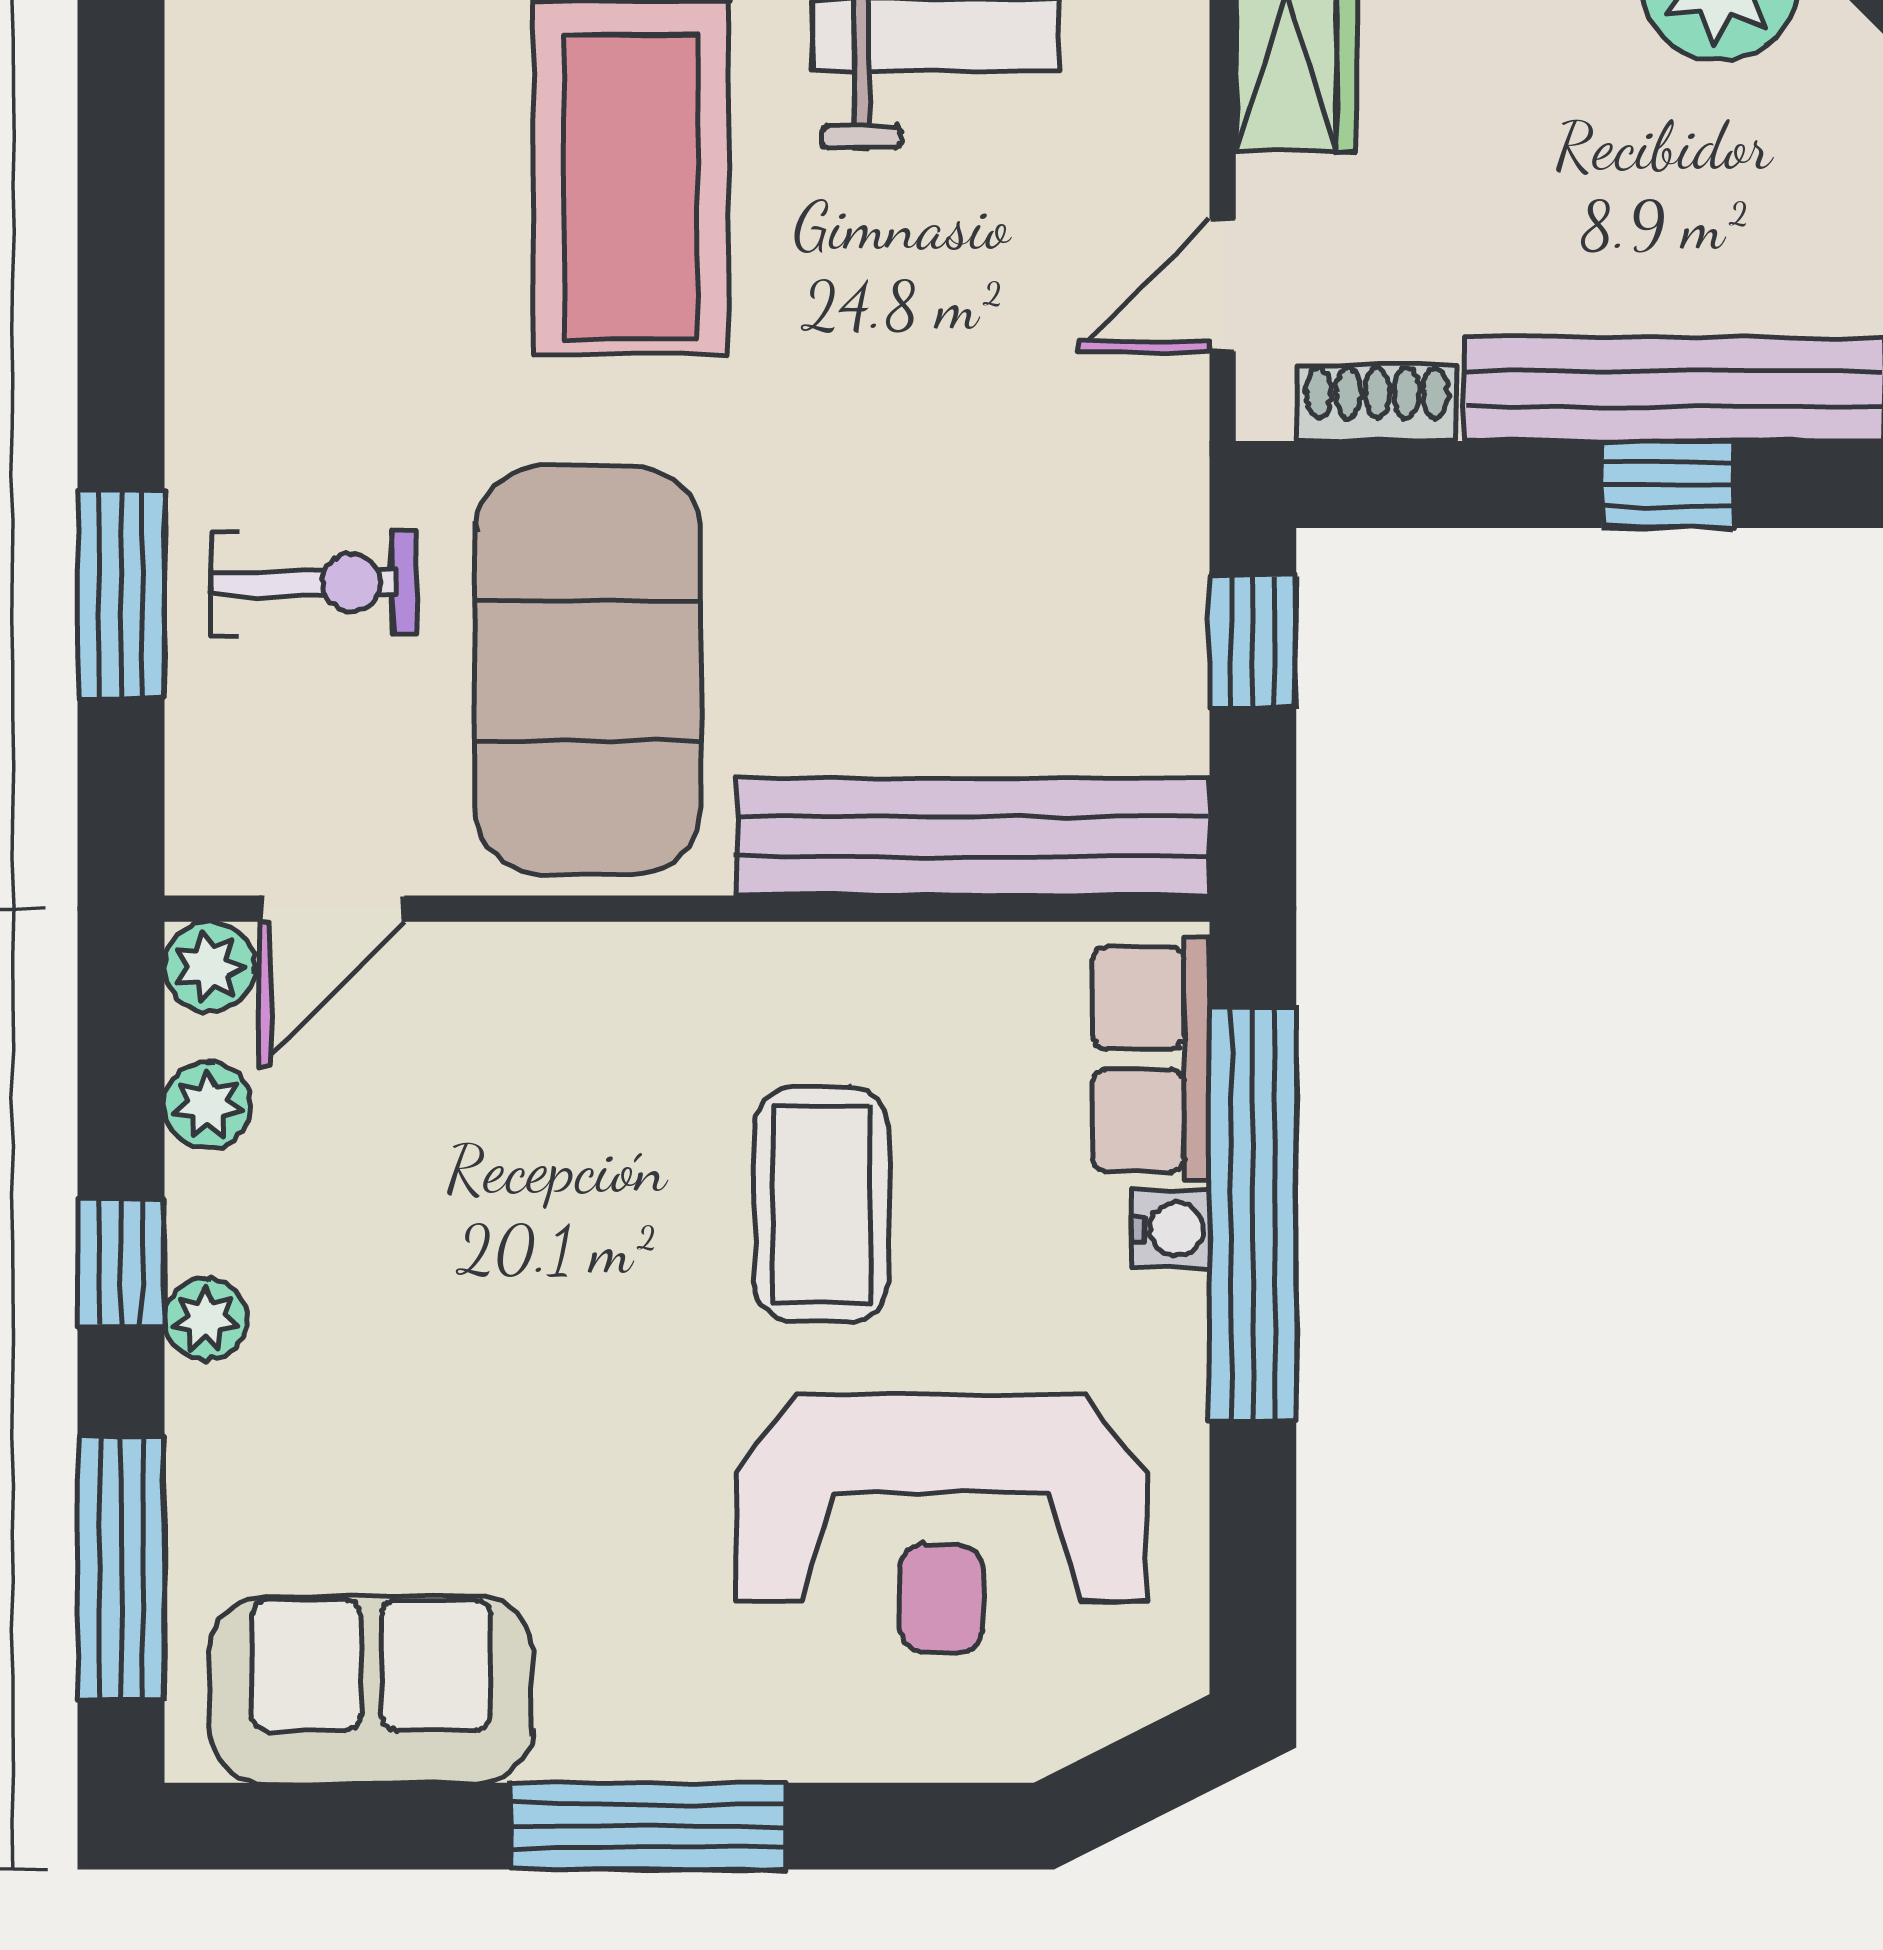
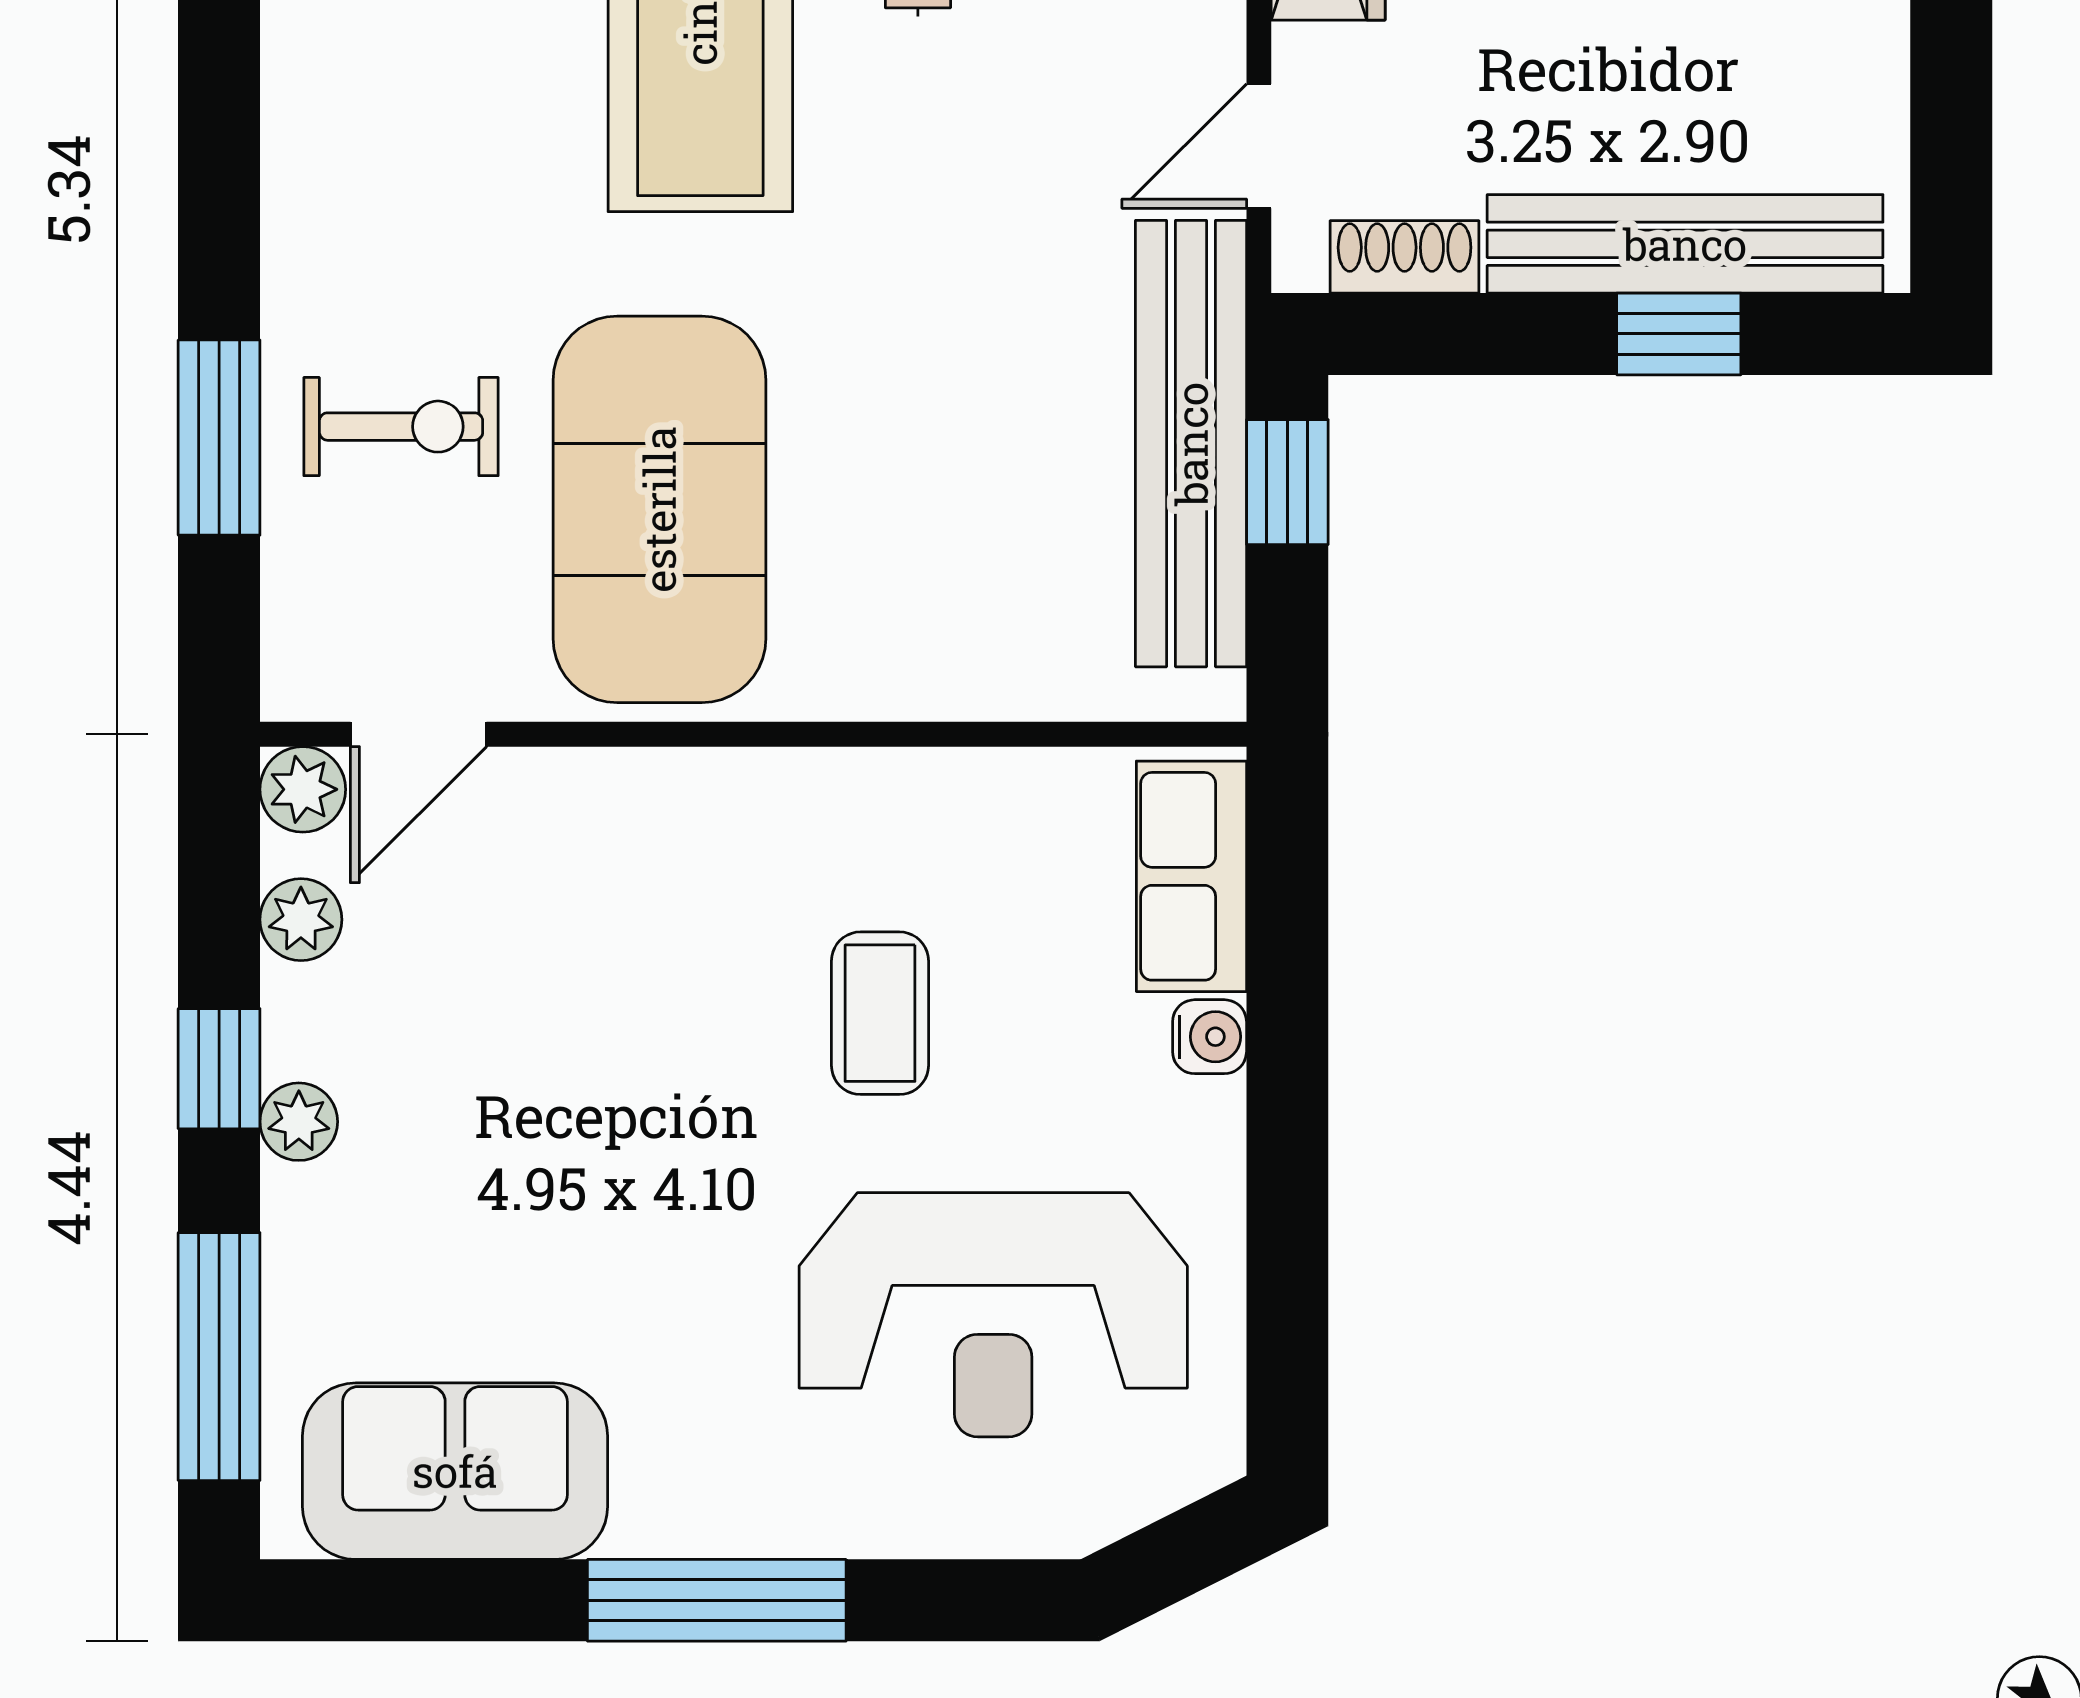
bench: (973, 837) -> (1191, 444), moved, turned 90
coffee table: (821, 1204) -> (880, 1013), width x0.73, depth x0.77
window: (1253, 1214) -> (1287, 1023), removed

